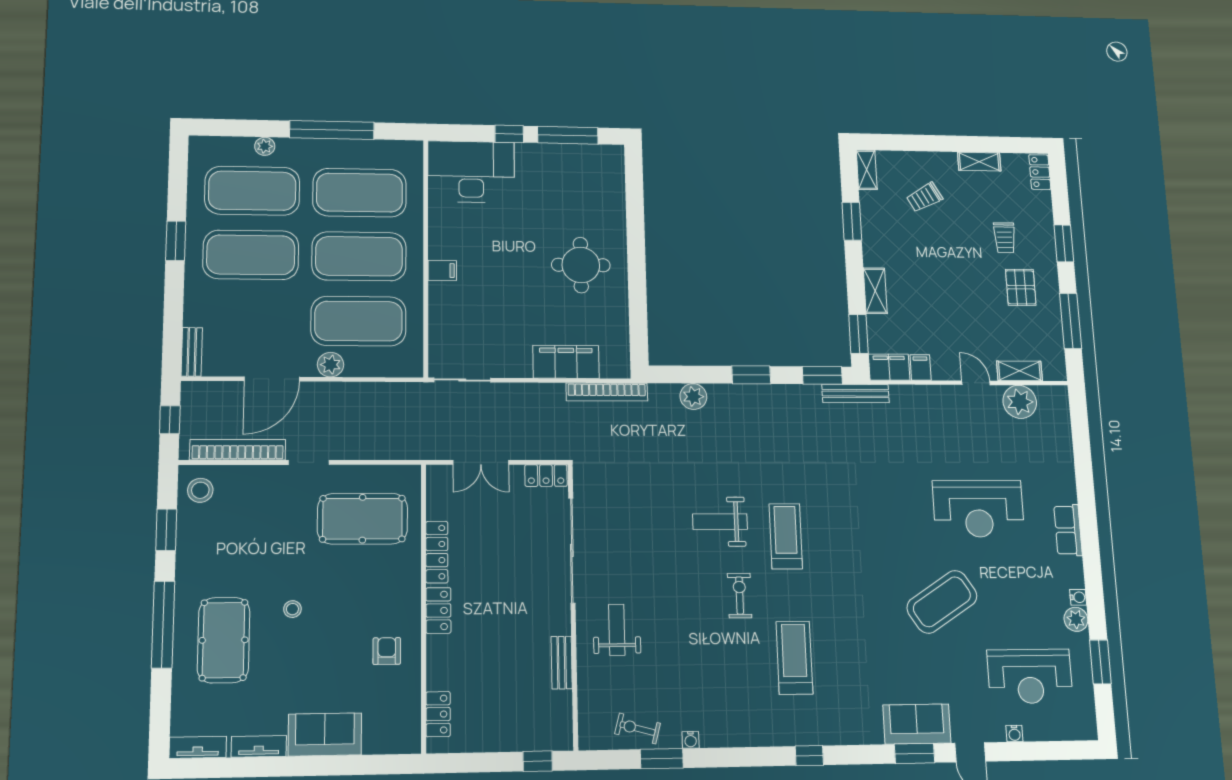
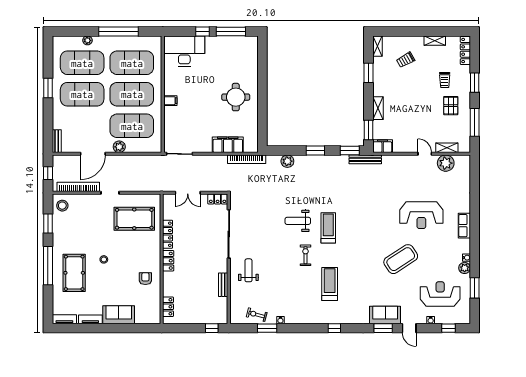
locker: (1040, 172) -> (465, 51), width x1.53
filing cabinet: (921, 367) -> (398, 146), removed
reception desk: (1030, 676) -> (440, 294), turned 180
window: (1053, 751) -> (449, 328), added

